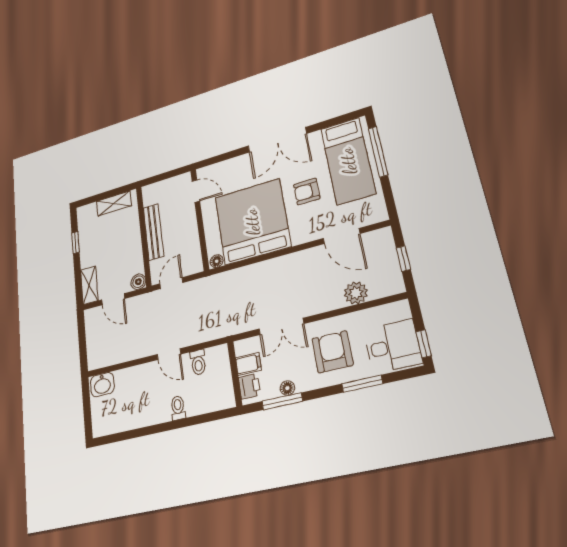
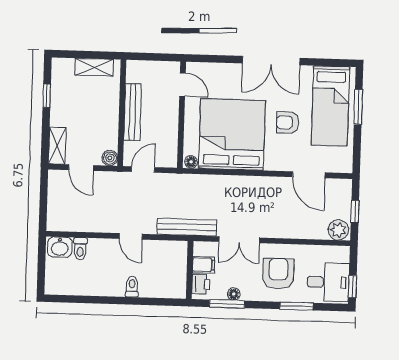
window: (378, 152) -> (358, 107), width x0.69
plant: (356, 293) -> (338, 230), moved
bench: (224, 329) -> (187, 227), added
toilet: (198, 362) -> (80, 249), moved

